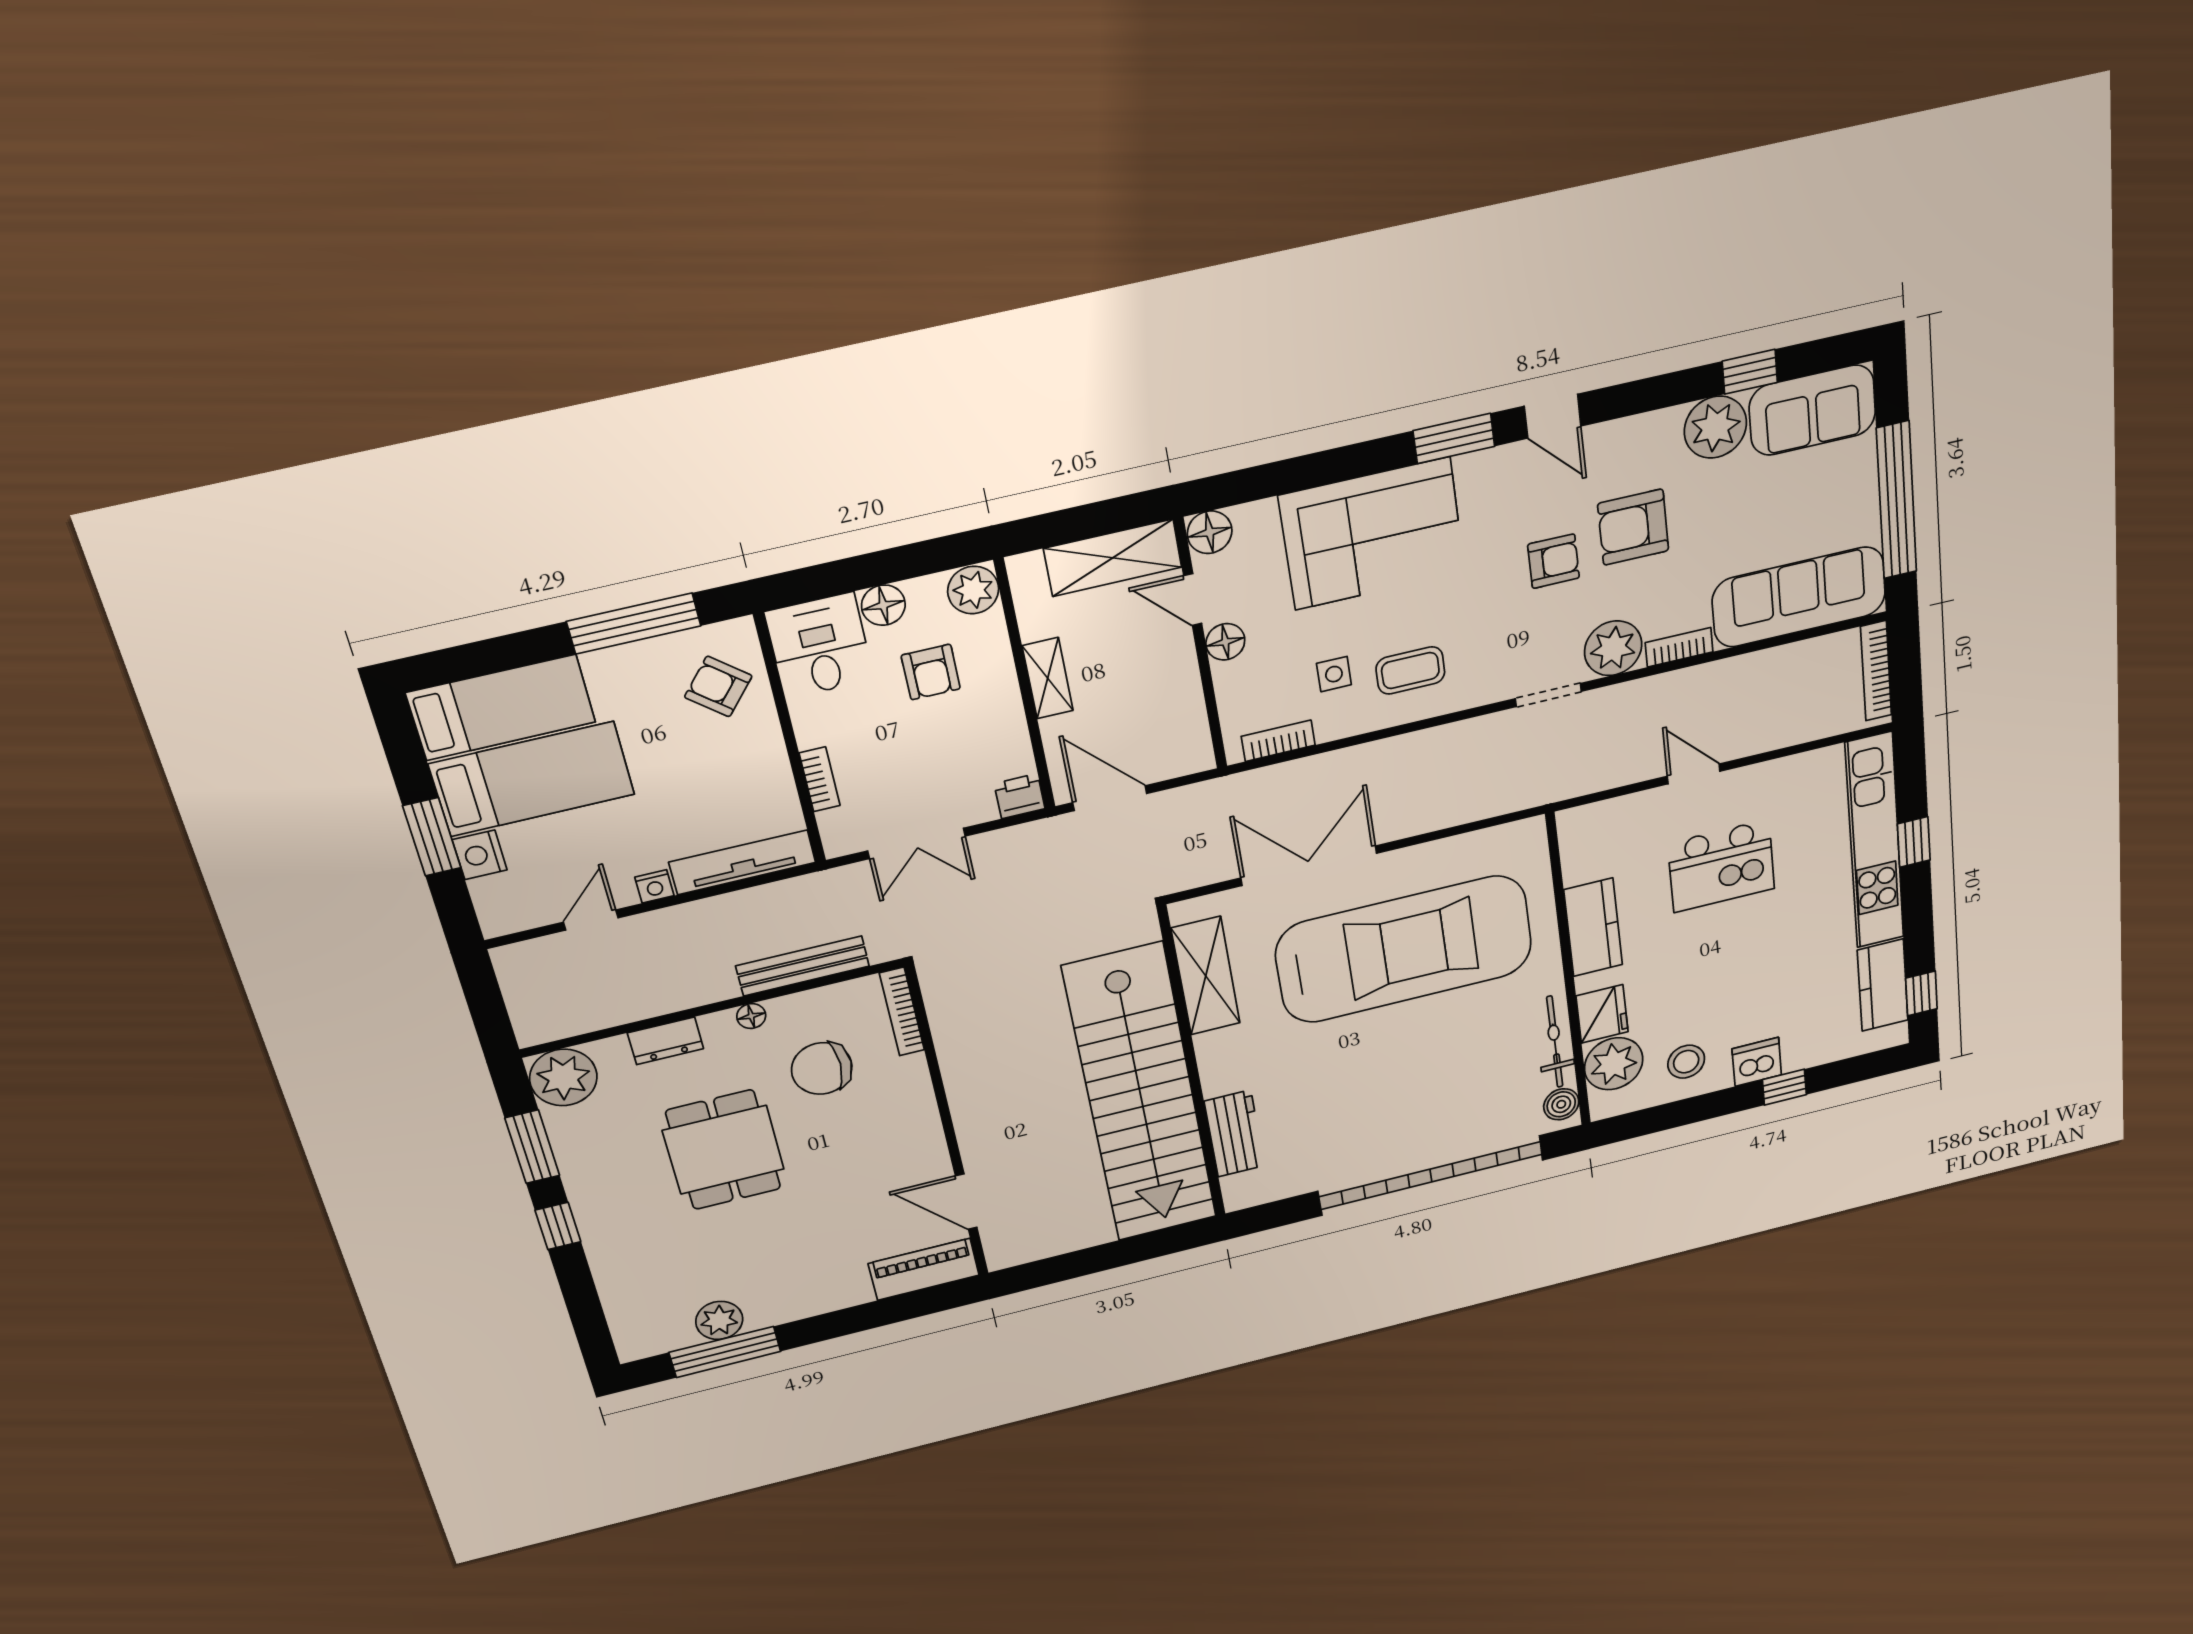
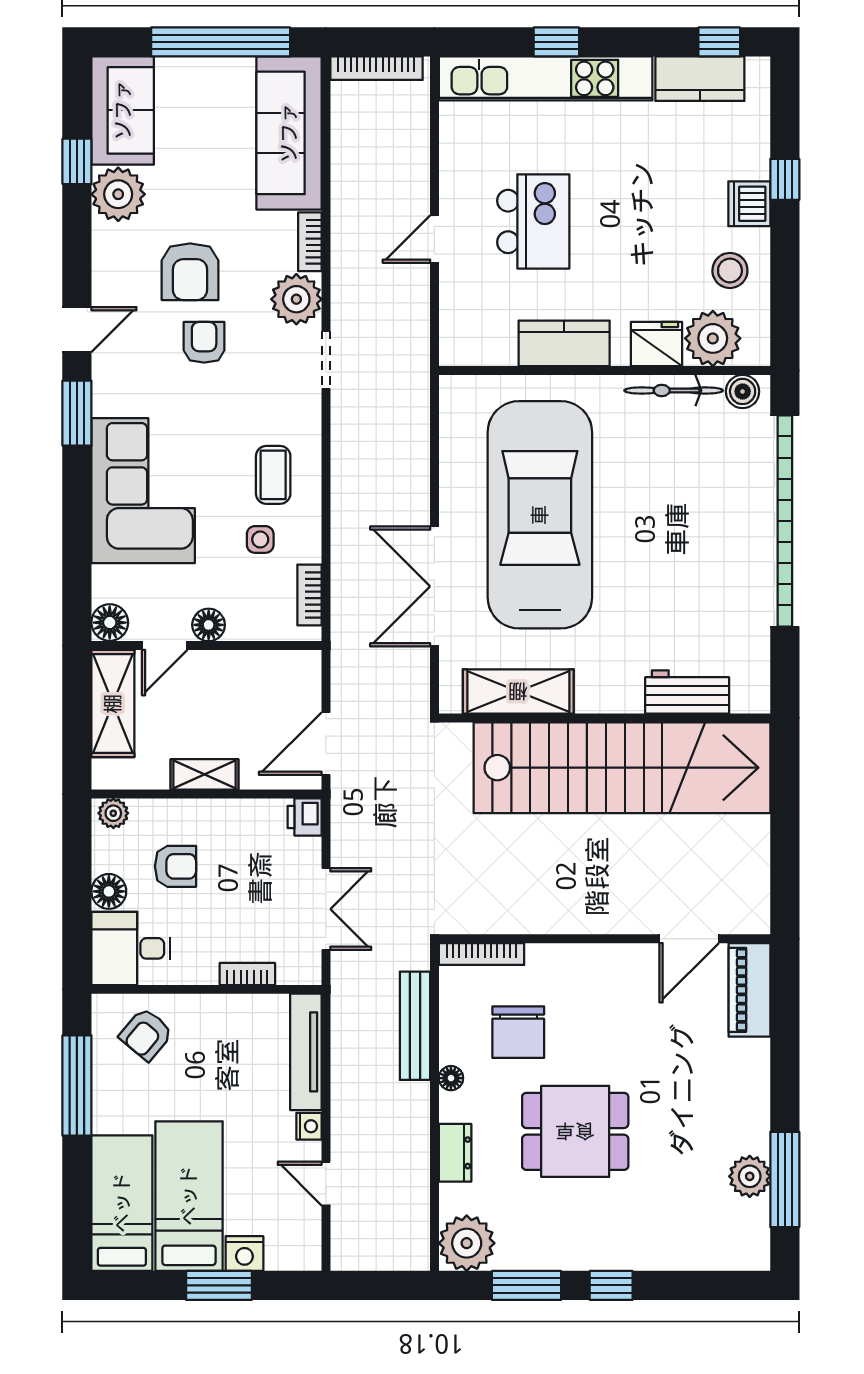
plant: (973, 590) -> (113, 813), width x0.73, depth x0.73

